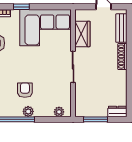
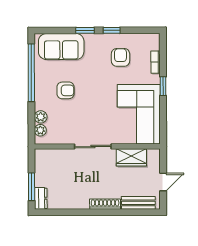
plant: (28, 111) -> (41, 117), moved
window: (95, 119) -> (32, 187), moved

